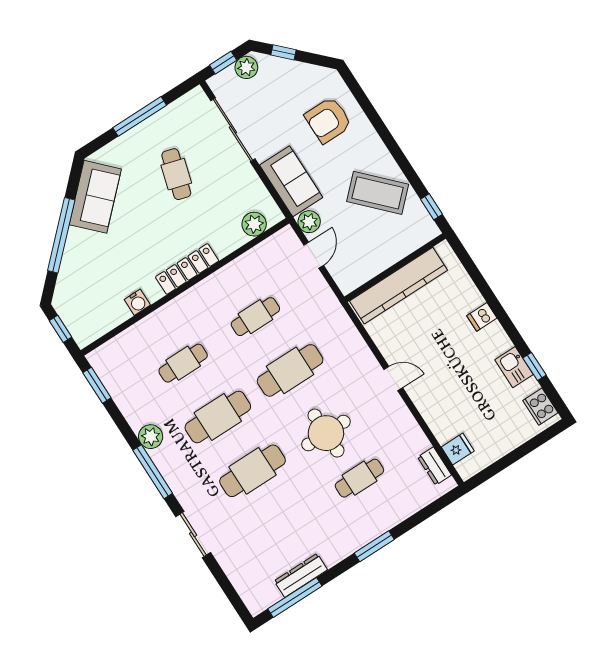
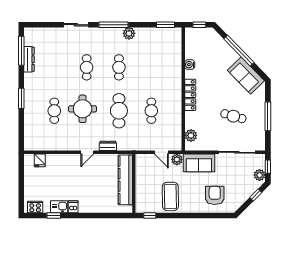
coffee table: (378, 193) -> (170, 196), turned -47
dishwasher: (482, 317) -> (73, 207), moved
cafe table: (183, 363) -> (151, 67), removed
cafe table: (218, 417) -> (119, 67), width x0.73, depth x0.74
dresser: (434, 466) -> (108, 146), moved
cafe table: (253, 471) -> (87, 67), width x0.73, depth x0.74

